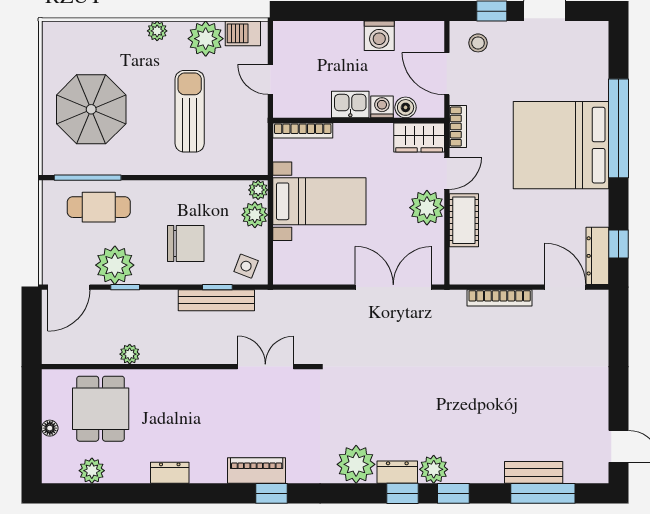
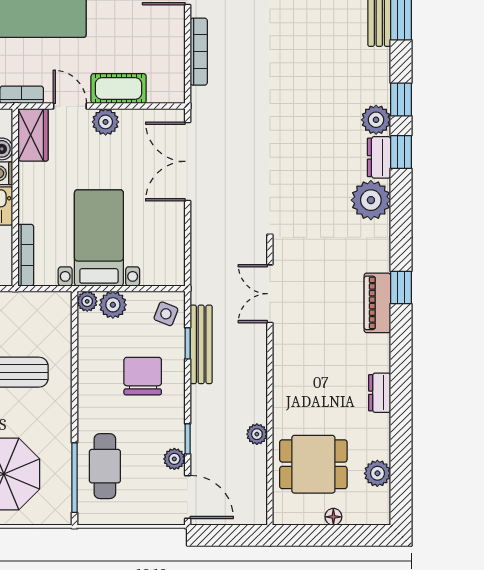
plant: (427, 208) -> (106, 122), width x0.73, depth x0.73
plant: (115, 265) -> (174, 459), width x0.53, depth x0.53

